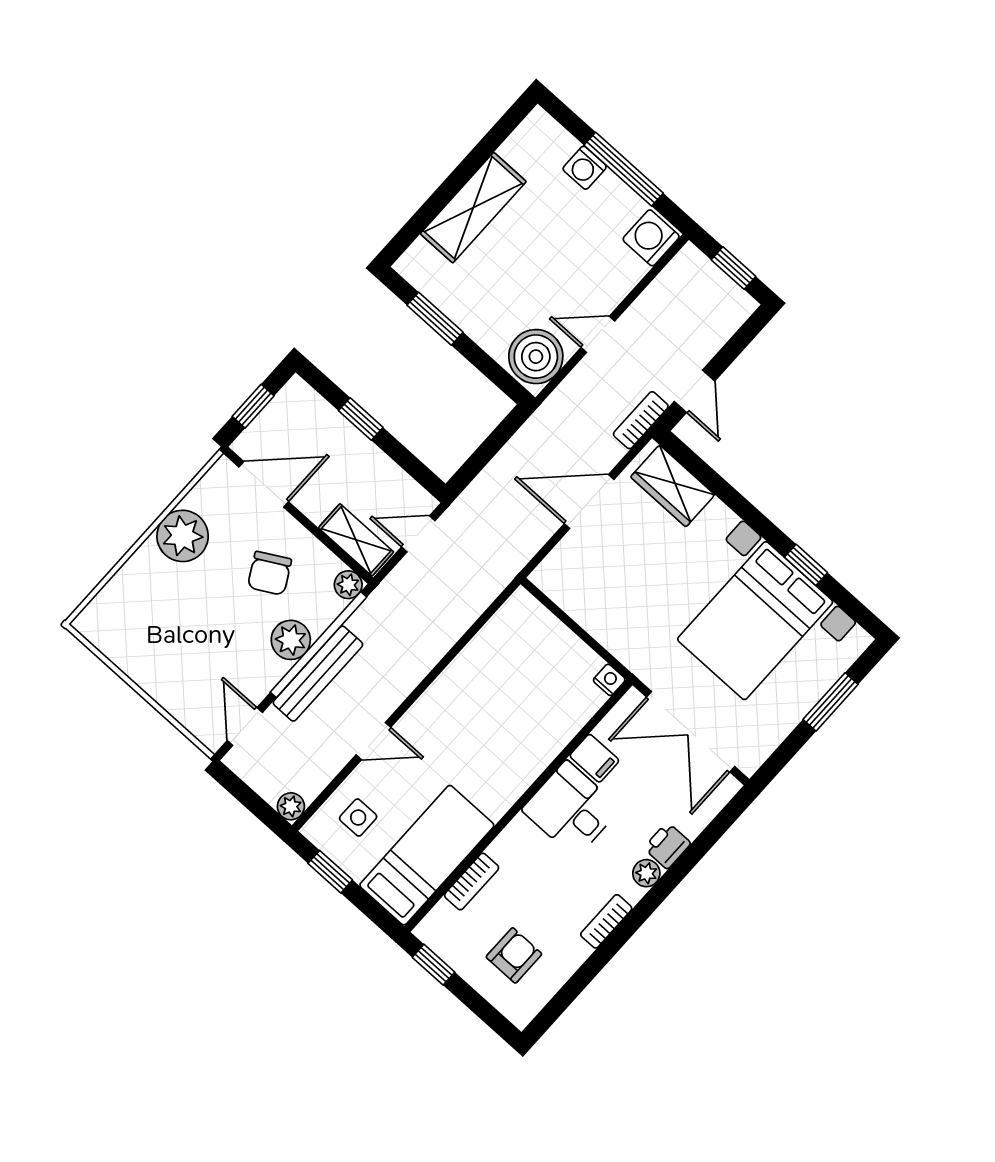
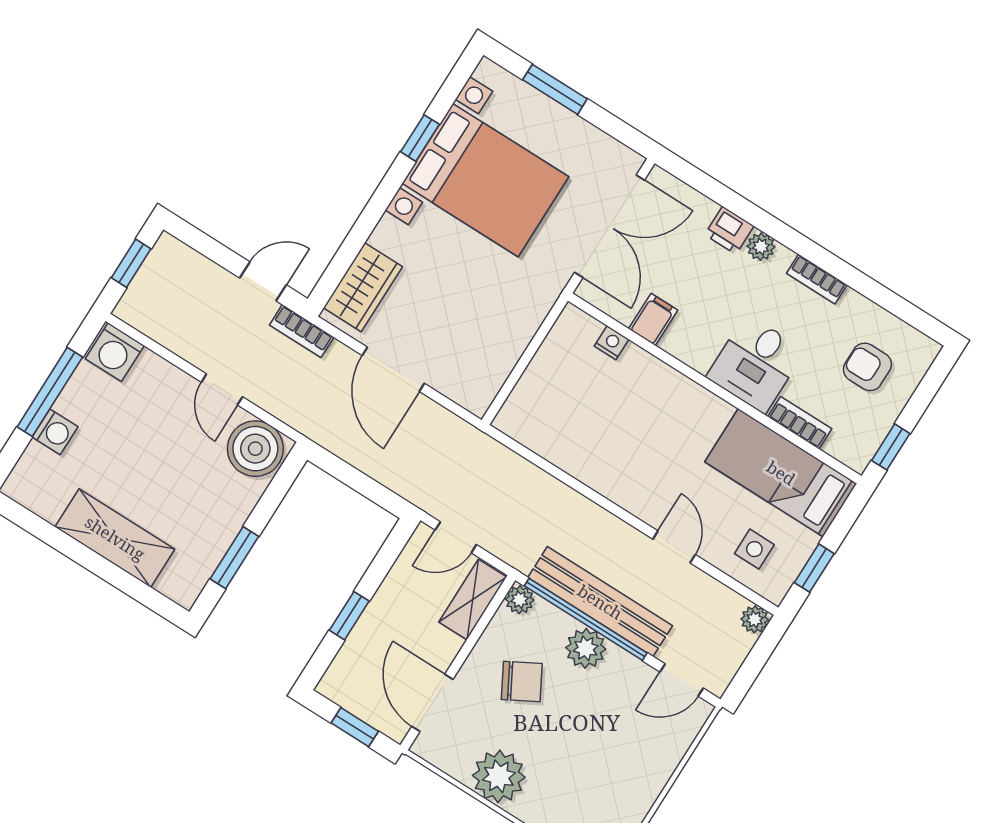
door: (418, 534) -> (456, 537), hinge flipped
bench: (318, 674) -> (600, 602), width x1.37, depth x1.21
nightstand: (609, 680) -> (612, 343), moved, turned 90
desk: (571, 809) -> (756, 364), moved

